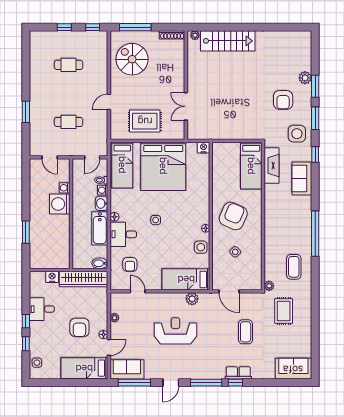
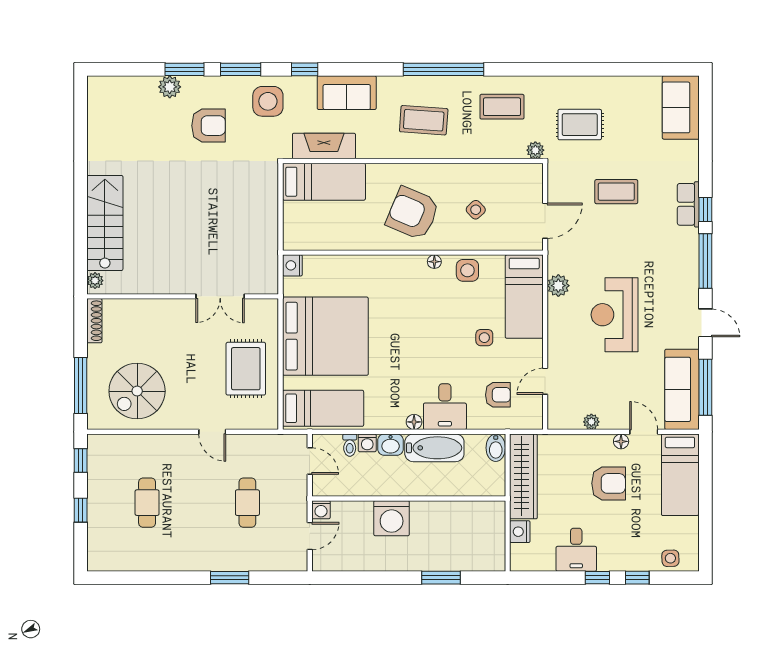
washing machine: (65, 188) -> (321, 510), moved
side table: (156, 220) -> (484, 338), moved
coffee table: (286, 222) -> (424, 120), added
sofa: (127, 369) -> (682, 389), width x1.36

